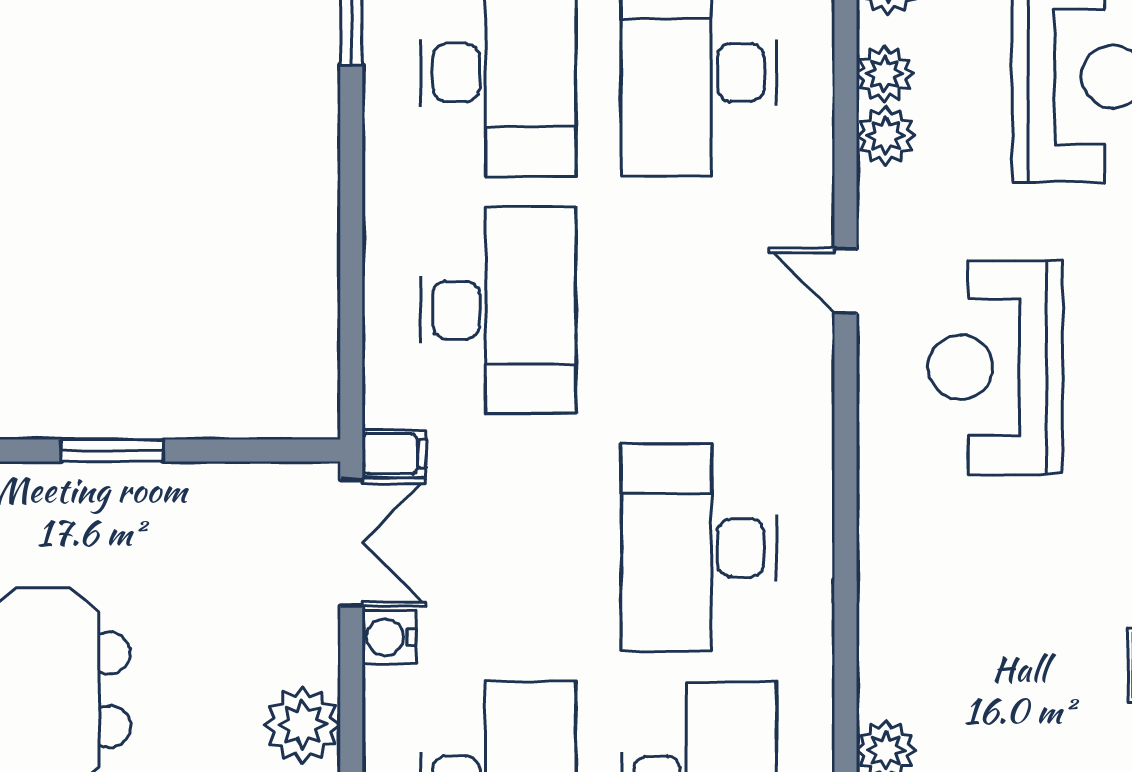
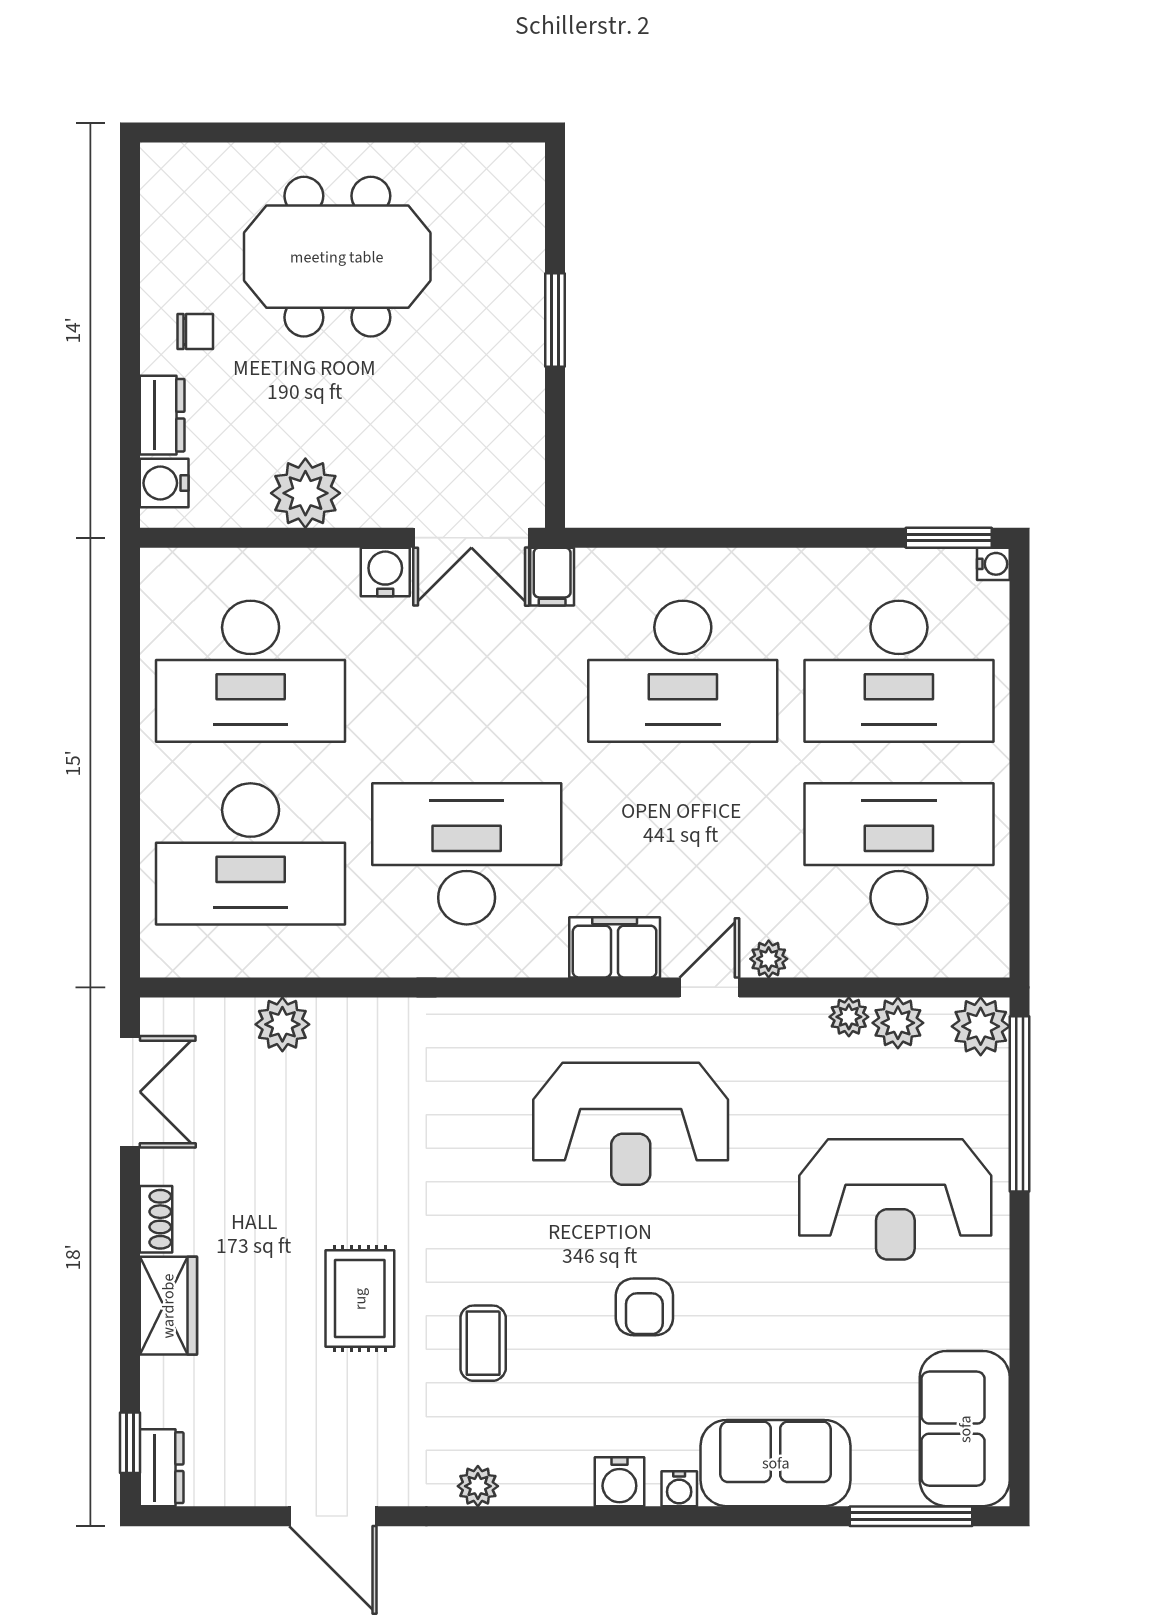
plant: (886, 136) -> (849, 1017), width x0.73, depth x0.73
plant: (814, 216) -> (769, 959), added
reception desk: (995, 367) -> (631, 1124), turned 180
filing cabinet: (802, 385) -> (615, 947), added

